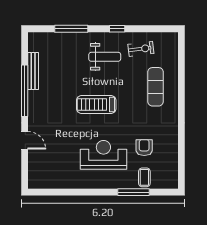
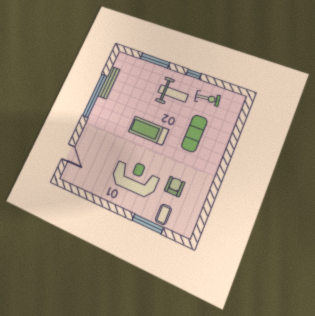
exercise mat: (156, 87) -> (194, 133), moved
door: (25, 140) -> (68, 153), moved

